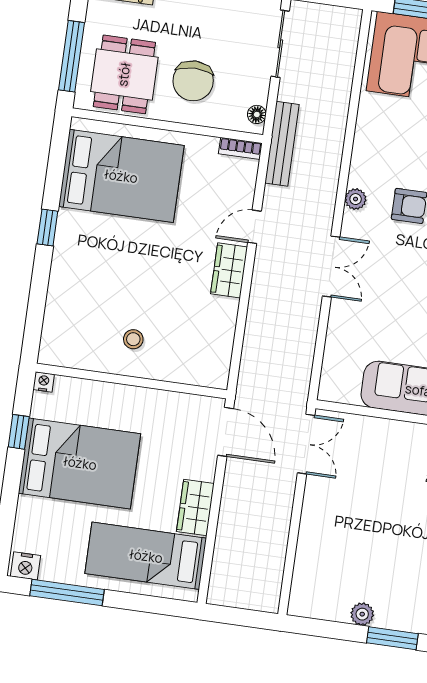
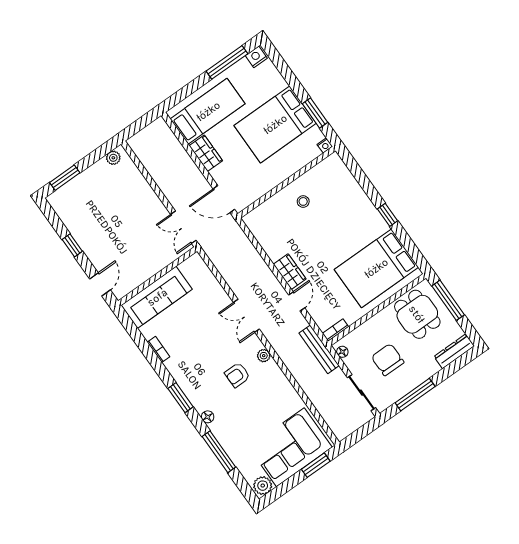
chair: (193, 81) -> (388, 360), moved
window: (19, 432) -> (315, 113), width x1.50
plant: (362, 614) -> (113, 158), moved

